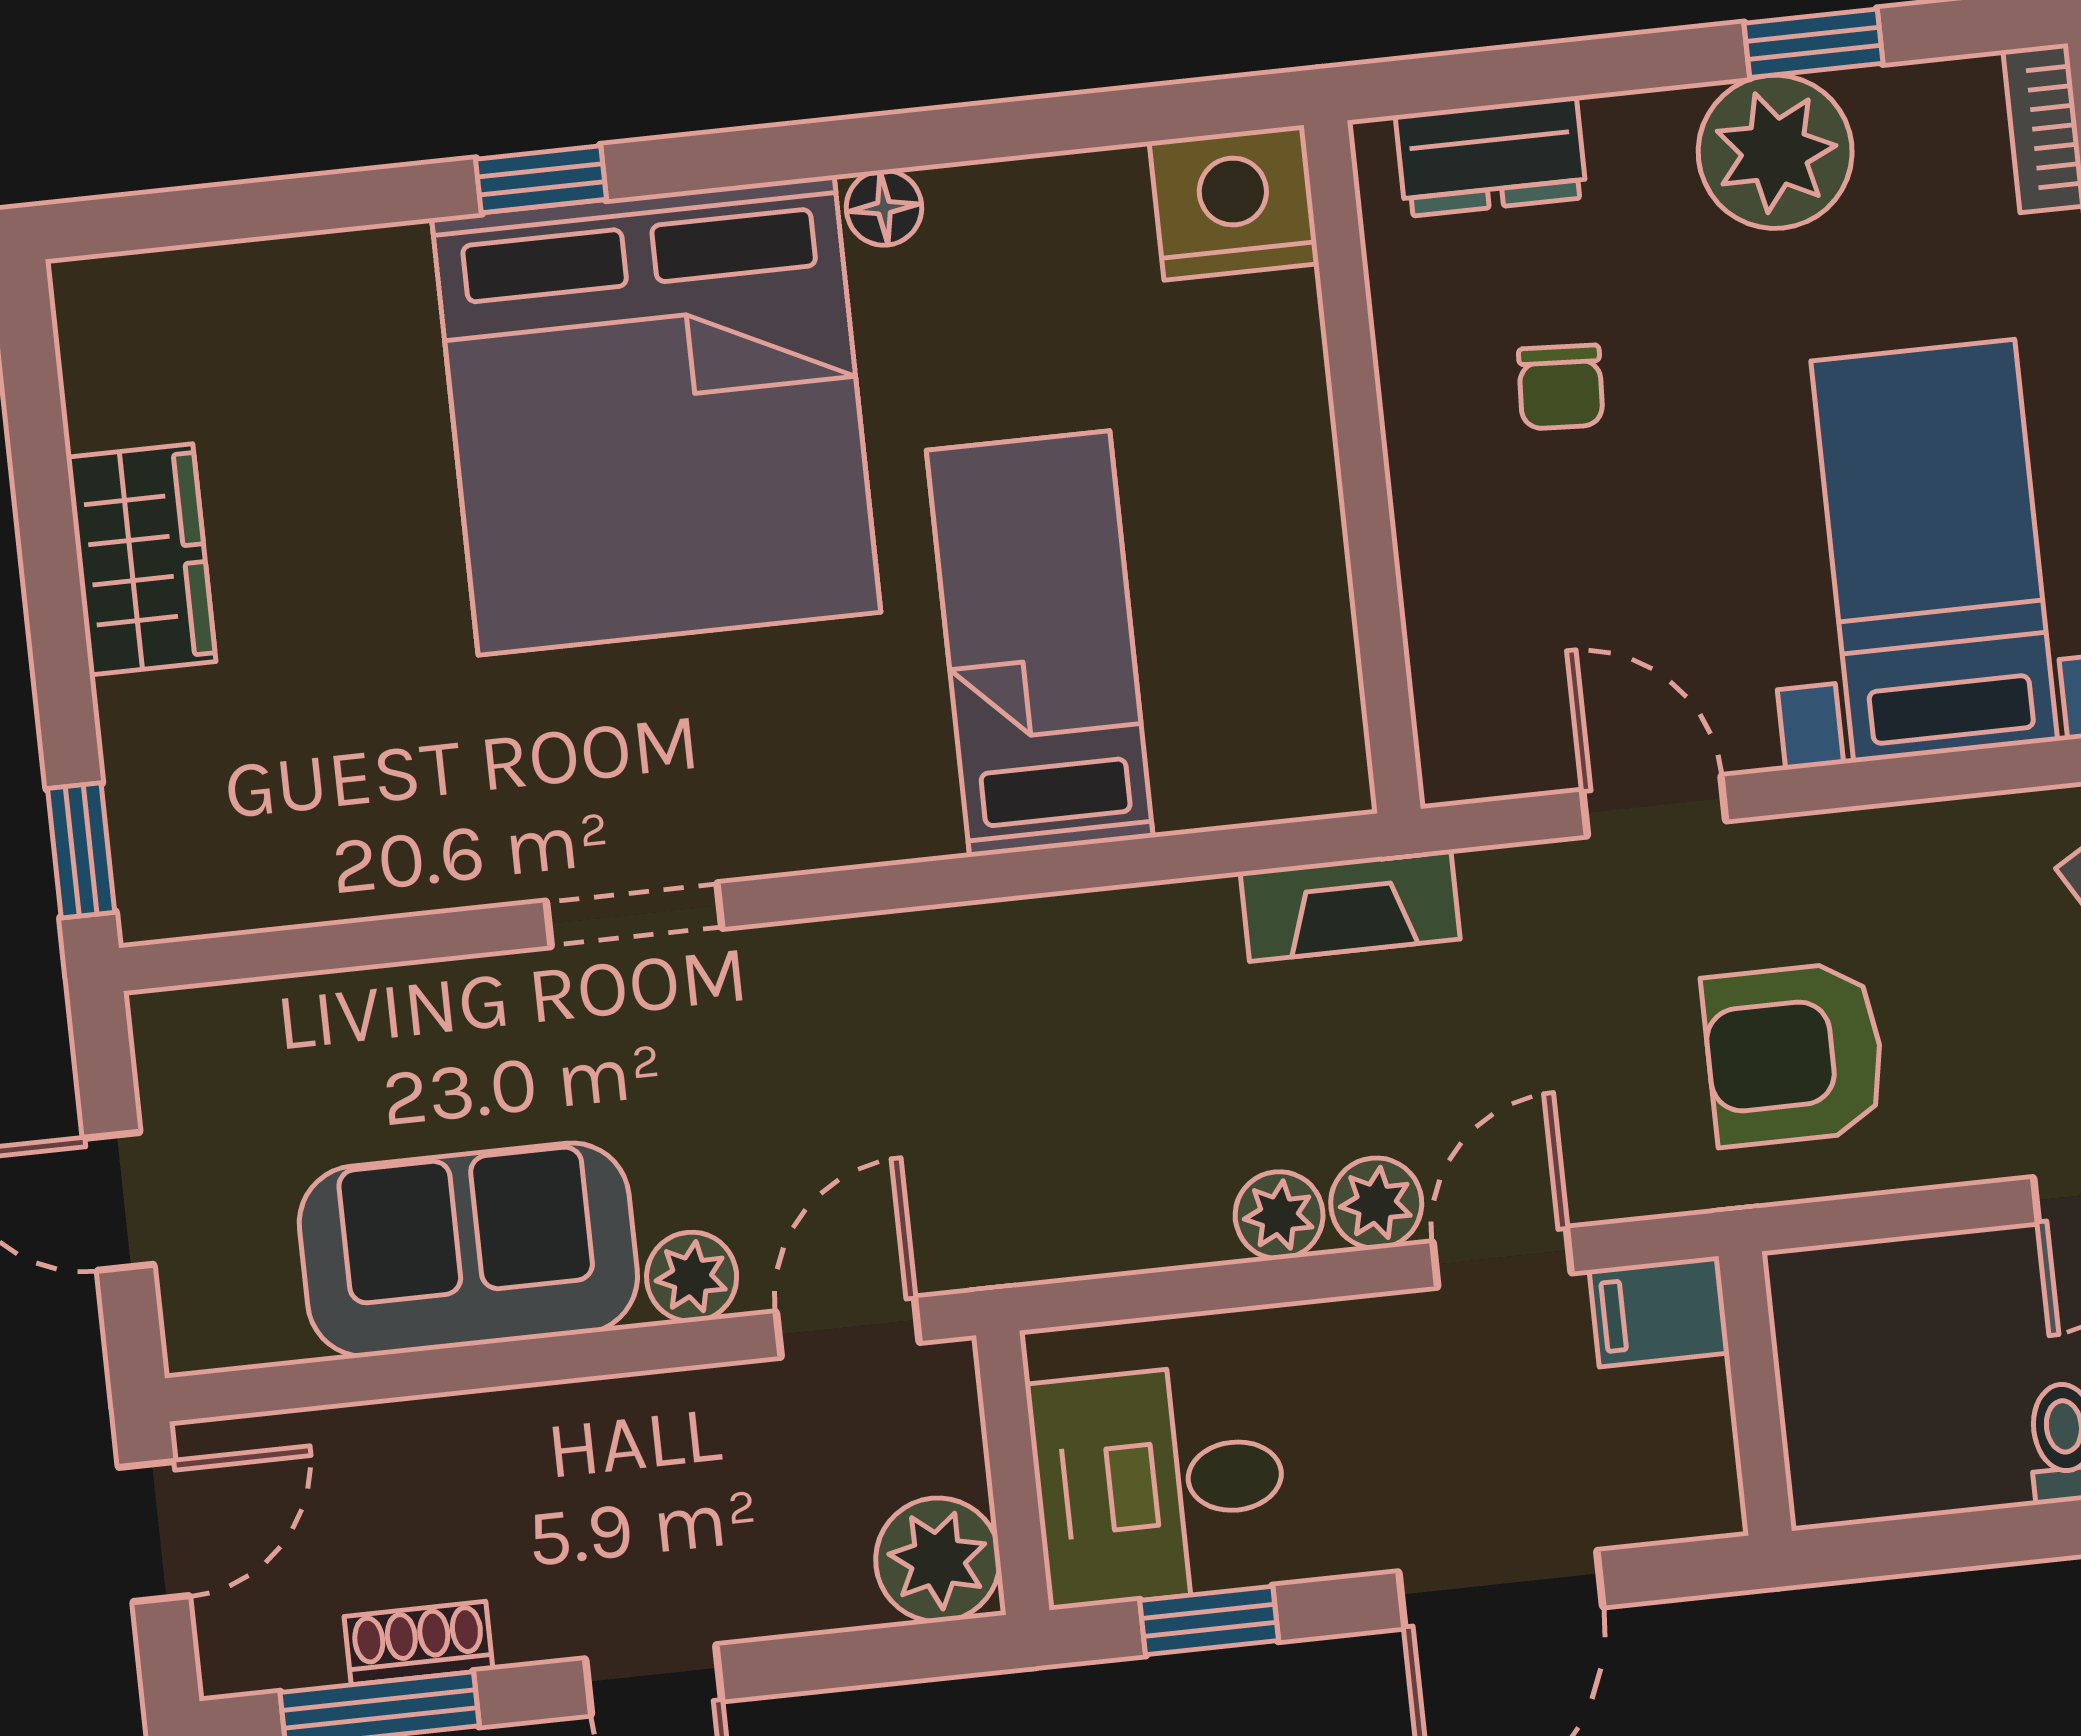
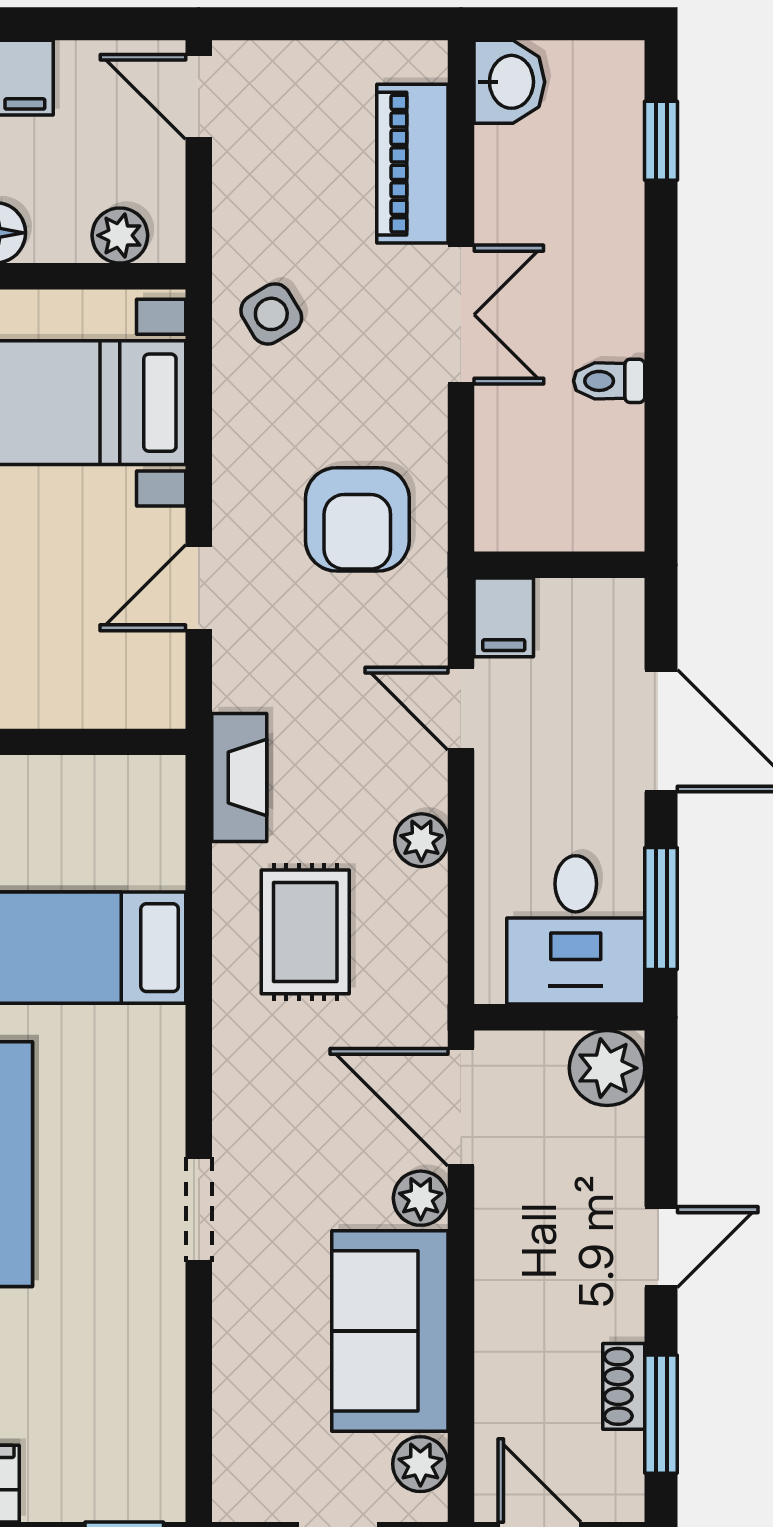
rug: (1108, 1041) -> (305, 932), added
plant: (1376, 1203) -> (420, 1464), moved
door: (848, 1327) -> (461, 1107), width x1.38
window: (1209, 1621) -> (661, 908), width x1.50

